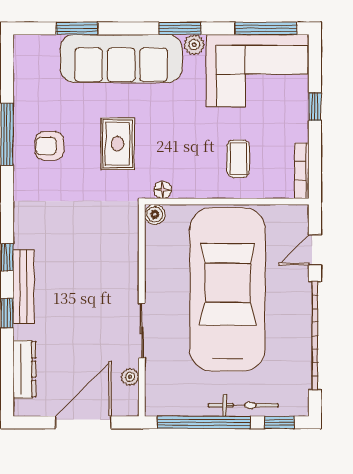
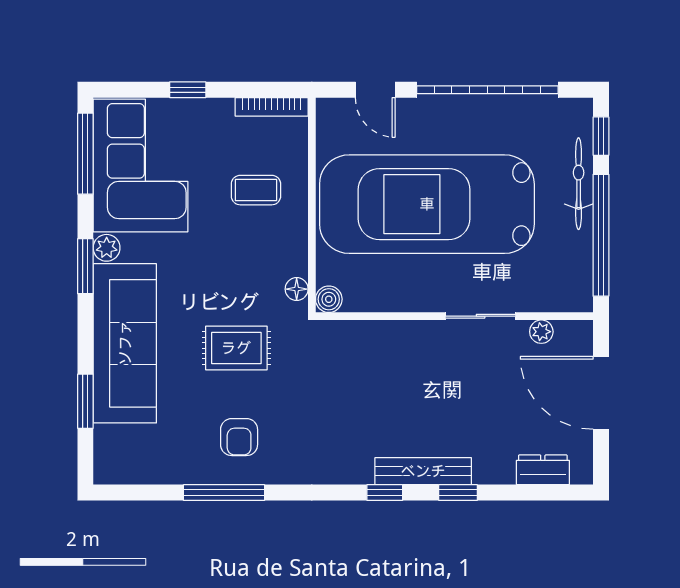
dresser: (24, 369) -> (543, 470), width x0.70

